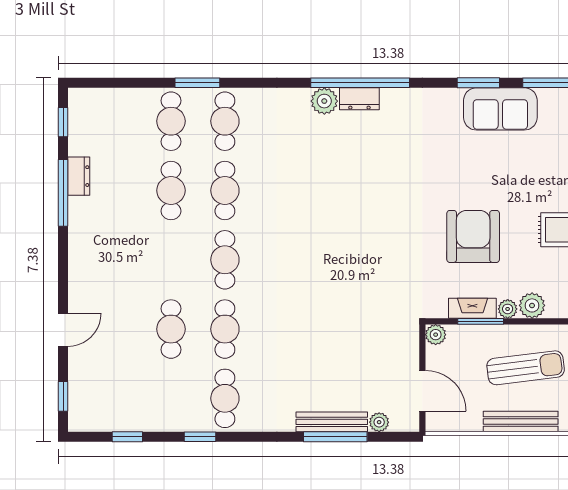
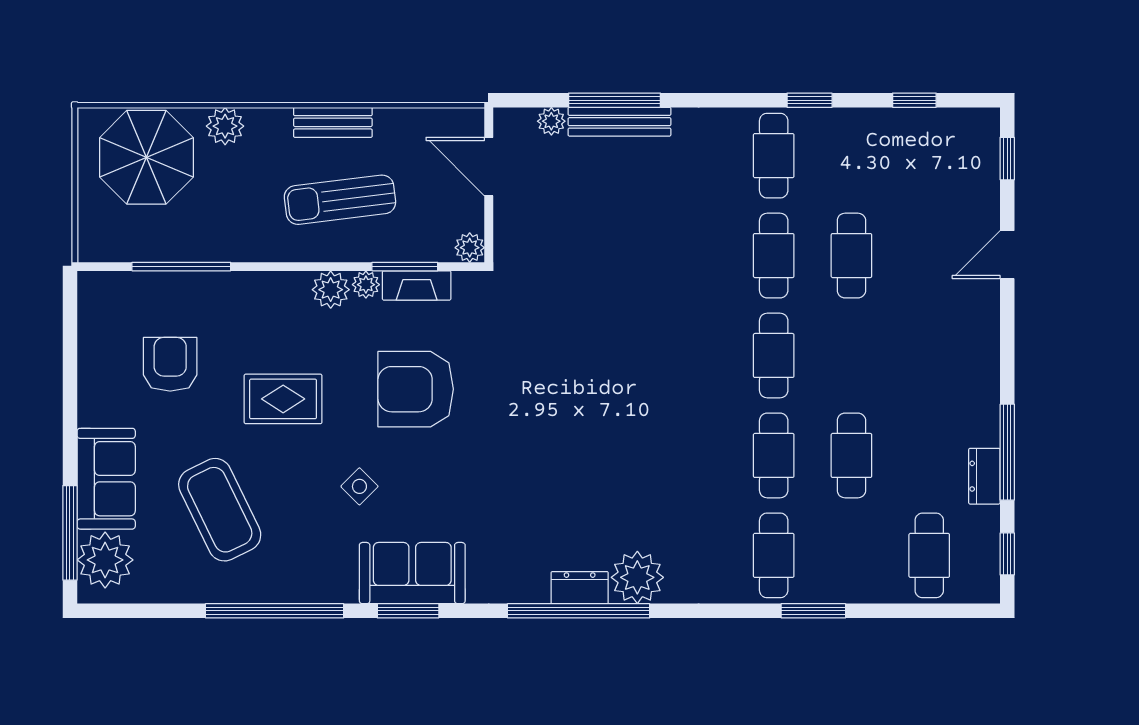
plant: (324, 101) -> (637, 577), width x1.36, depth x1.36
sofa: (500, 109) -> (412, 573), moved
cafe table: (171, 121) -> (929, 555), moved
side table: (512, 169) -> (359, 486), added
armchair: (473, 236) -> (416, 389), turned 90
bench: (521, 421) -> (333, 122), width x0.73

